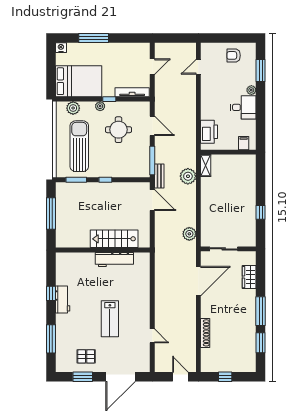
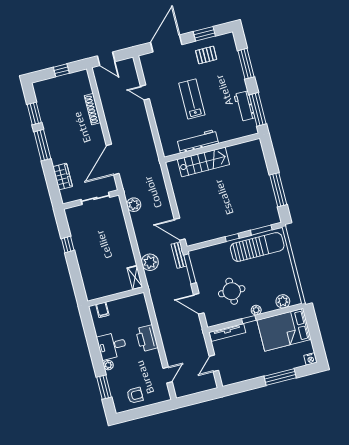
printer: (209, 132) -> (147, 338), moved
sun lounger: (79, 146) -> (257, 247), moved, turned -90
stairs: (114, 239) -> (203, 162), moved
wall: (103, 250) -> (212, 148), moved
workbench: (114, 259) -> (198, 141), moved
window: (51, 293) -> (258, 109), width x2.17

